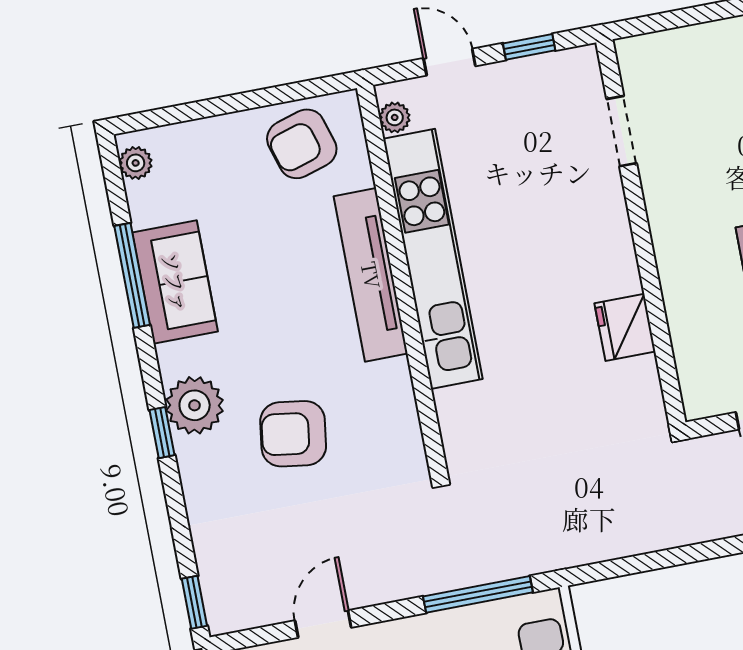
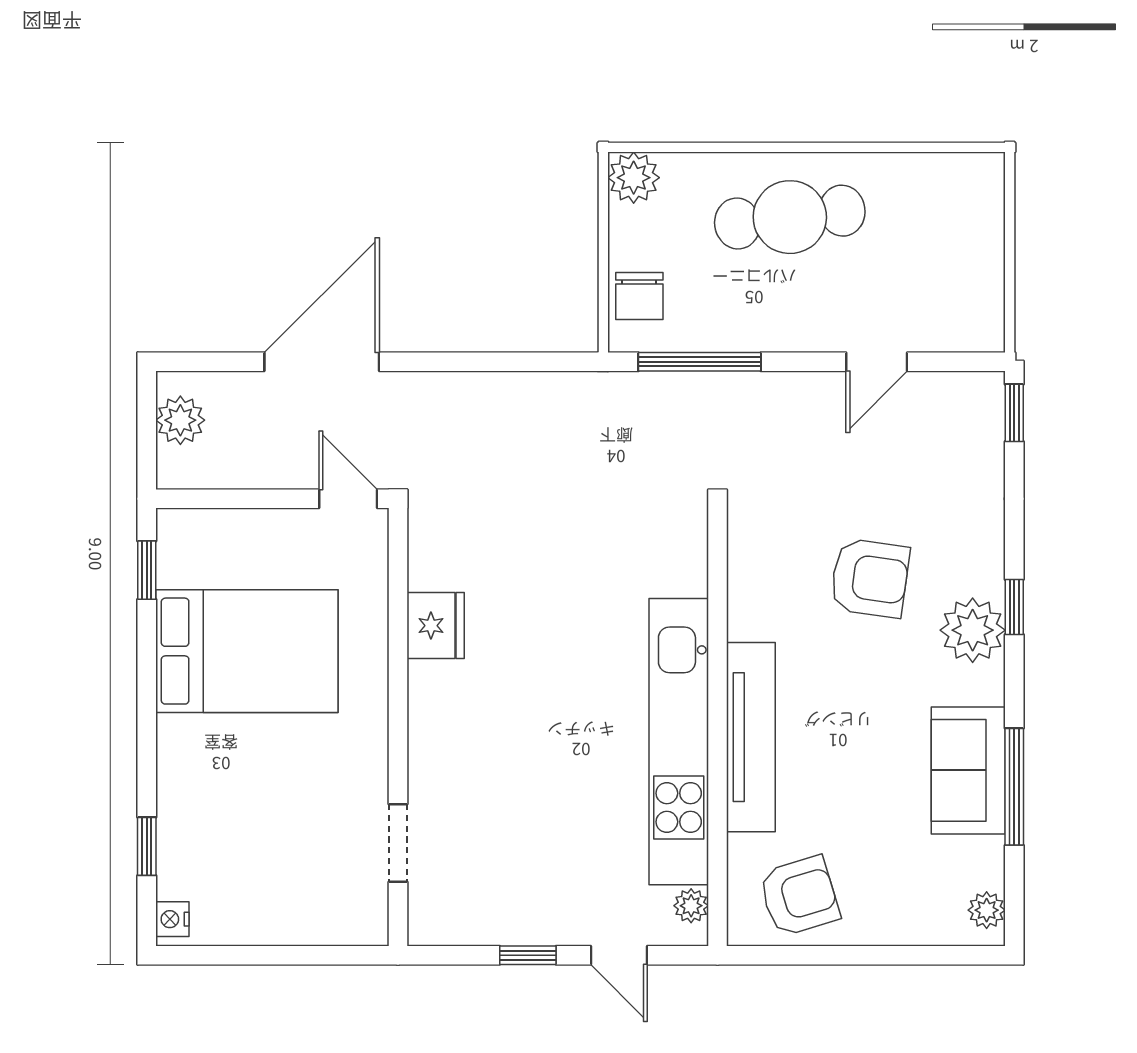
doorway: (622, 131) -> (398, 843), moved
wall: (641, 232) -> (398, 727), moved
fridge: (625, 327) -> (436, 626), moved

